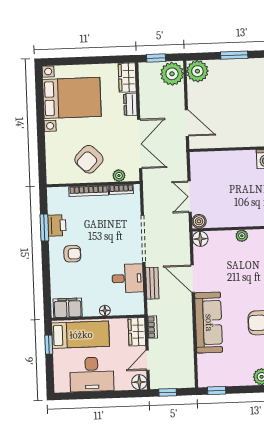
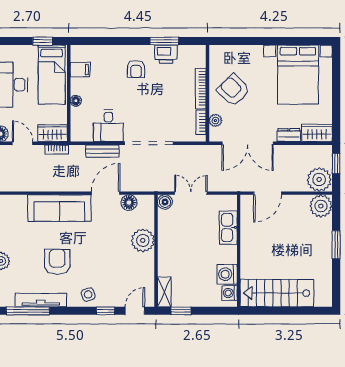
kitchen sink: (221, 159) -> (228, 227), added
plant: (242, 236) -> (143, 240), width x1.87, depth x1.87
floor lamp: (200, 239) -> (129, 203), moved
filing cabinet: (68, 308) -> (80, 70), width x0.50

